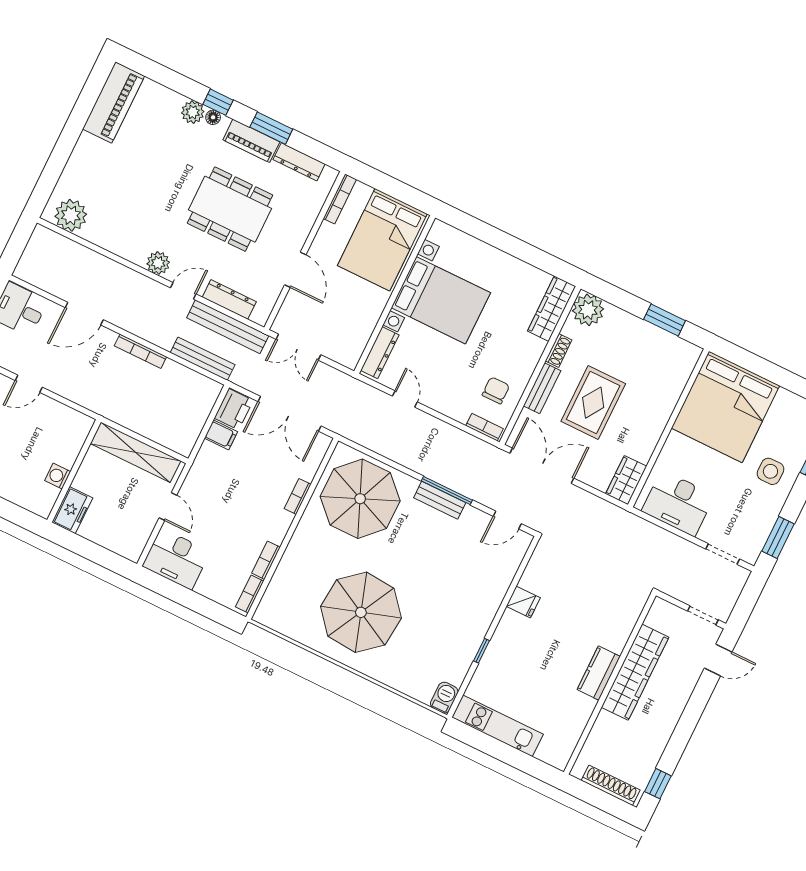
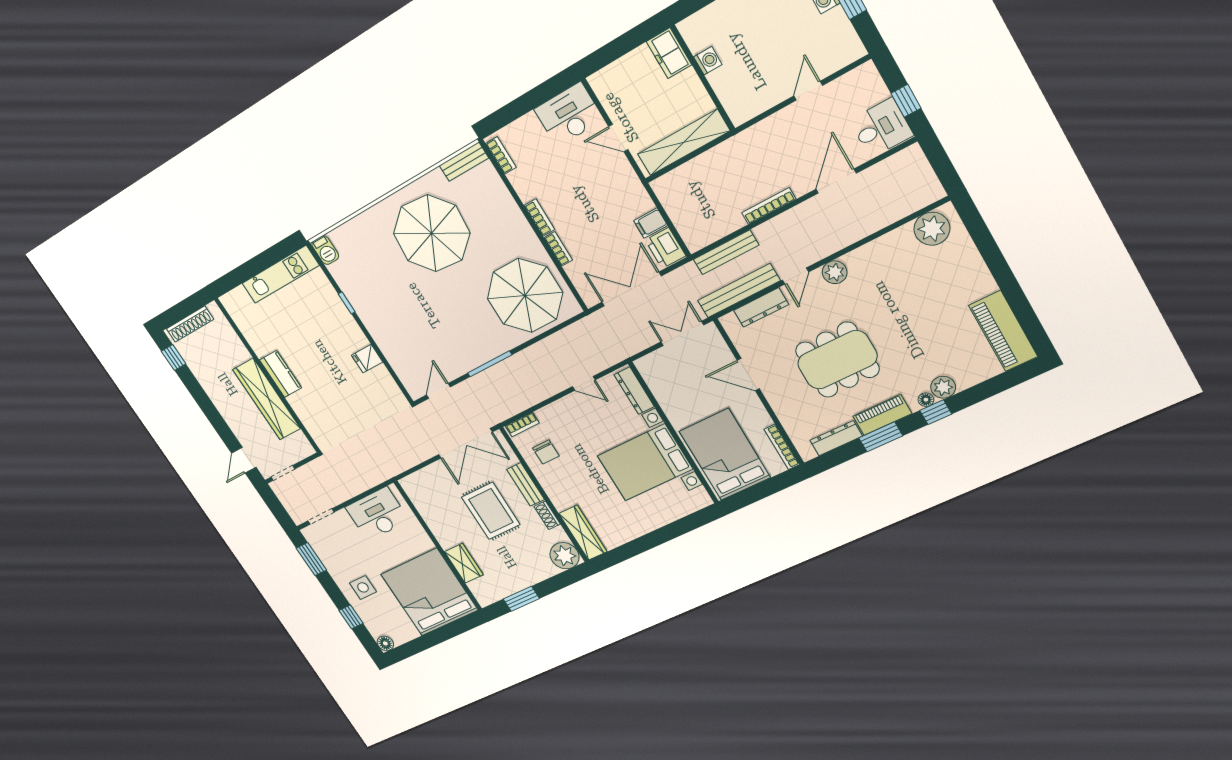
wardrobe: (626, 480) -> (464, 563), moved
bench: (440, 500) -> (464, 162), moved
bookcase: (266, 560) -> (539, 218), moved

